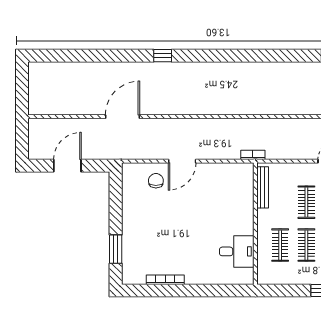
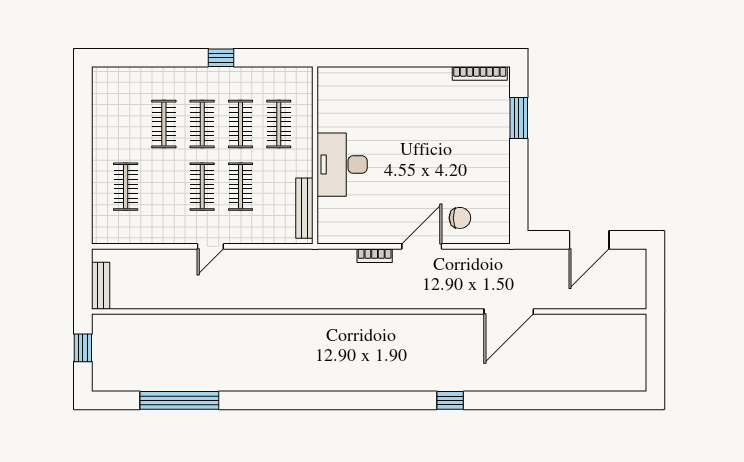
bookcase: (253, 155) -> (375, 256), moved
chair: (156, 181) -> (460, 218), turned -90
desk: (237, 251) -> (342, 165), moved, width x1.37
bookcase: (165, 280) -> (480, 73), moved

